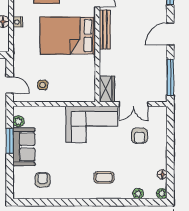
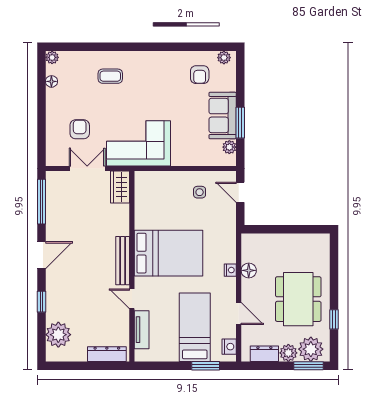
coffee table: (104, 177) -> (110, 76), moved
plant: (138, 194) -> (224, 58), moved

